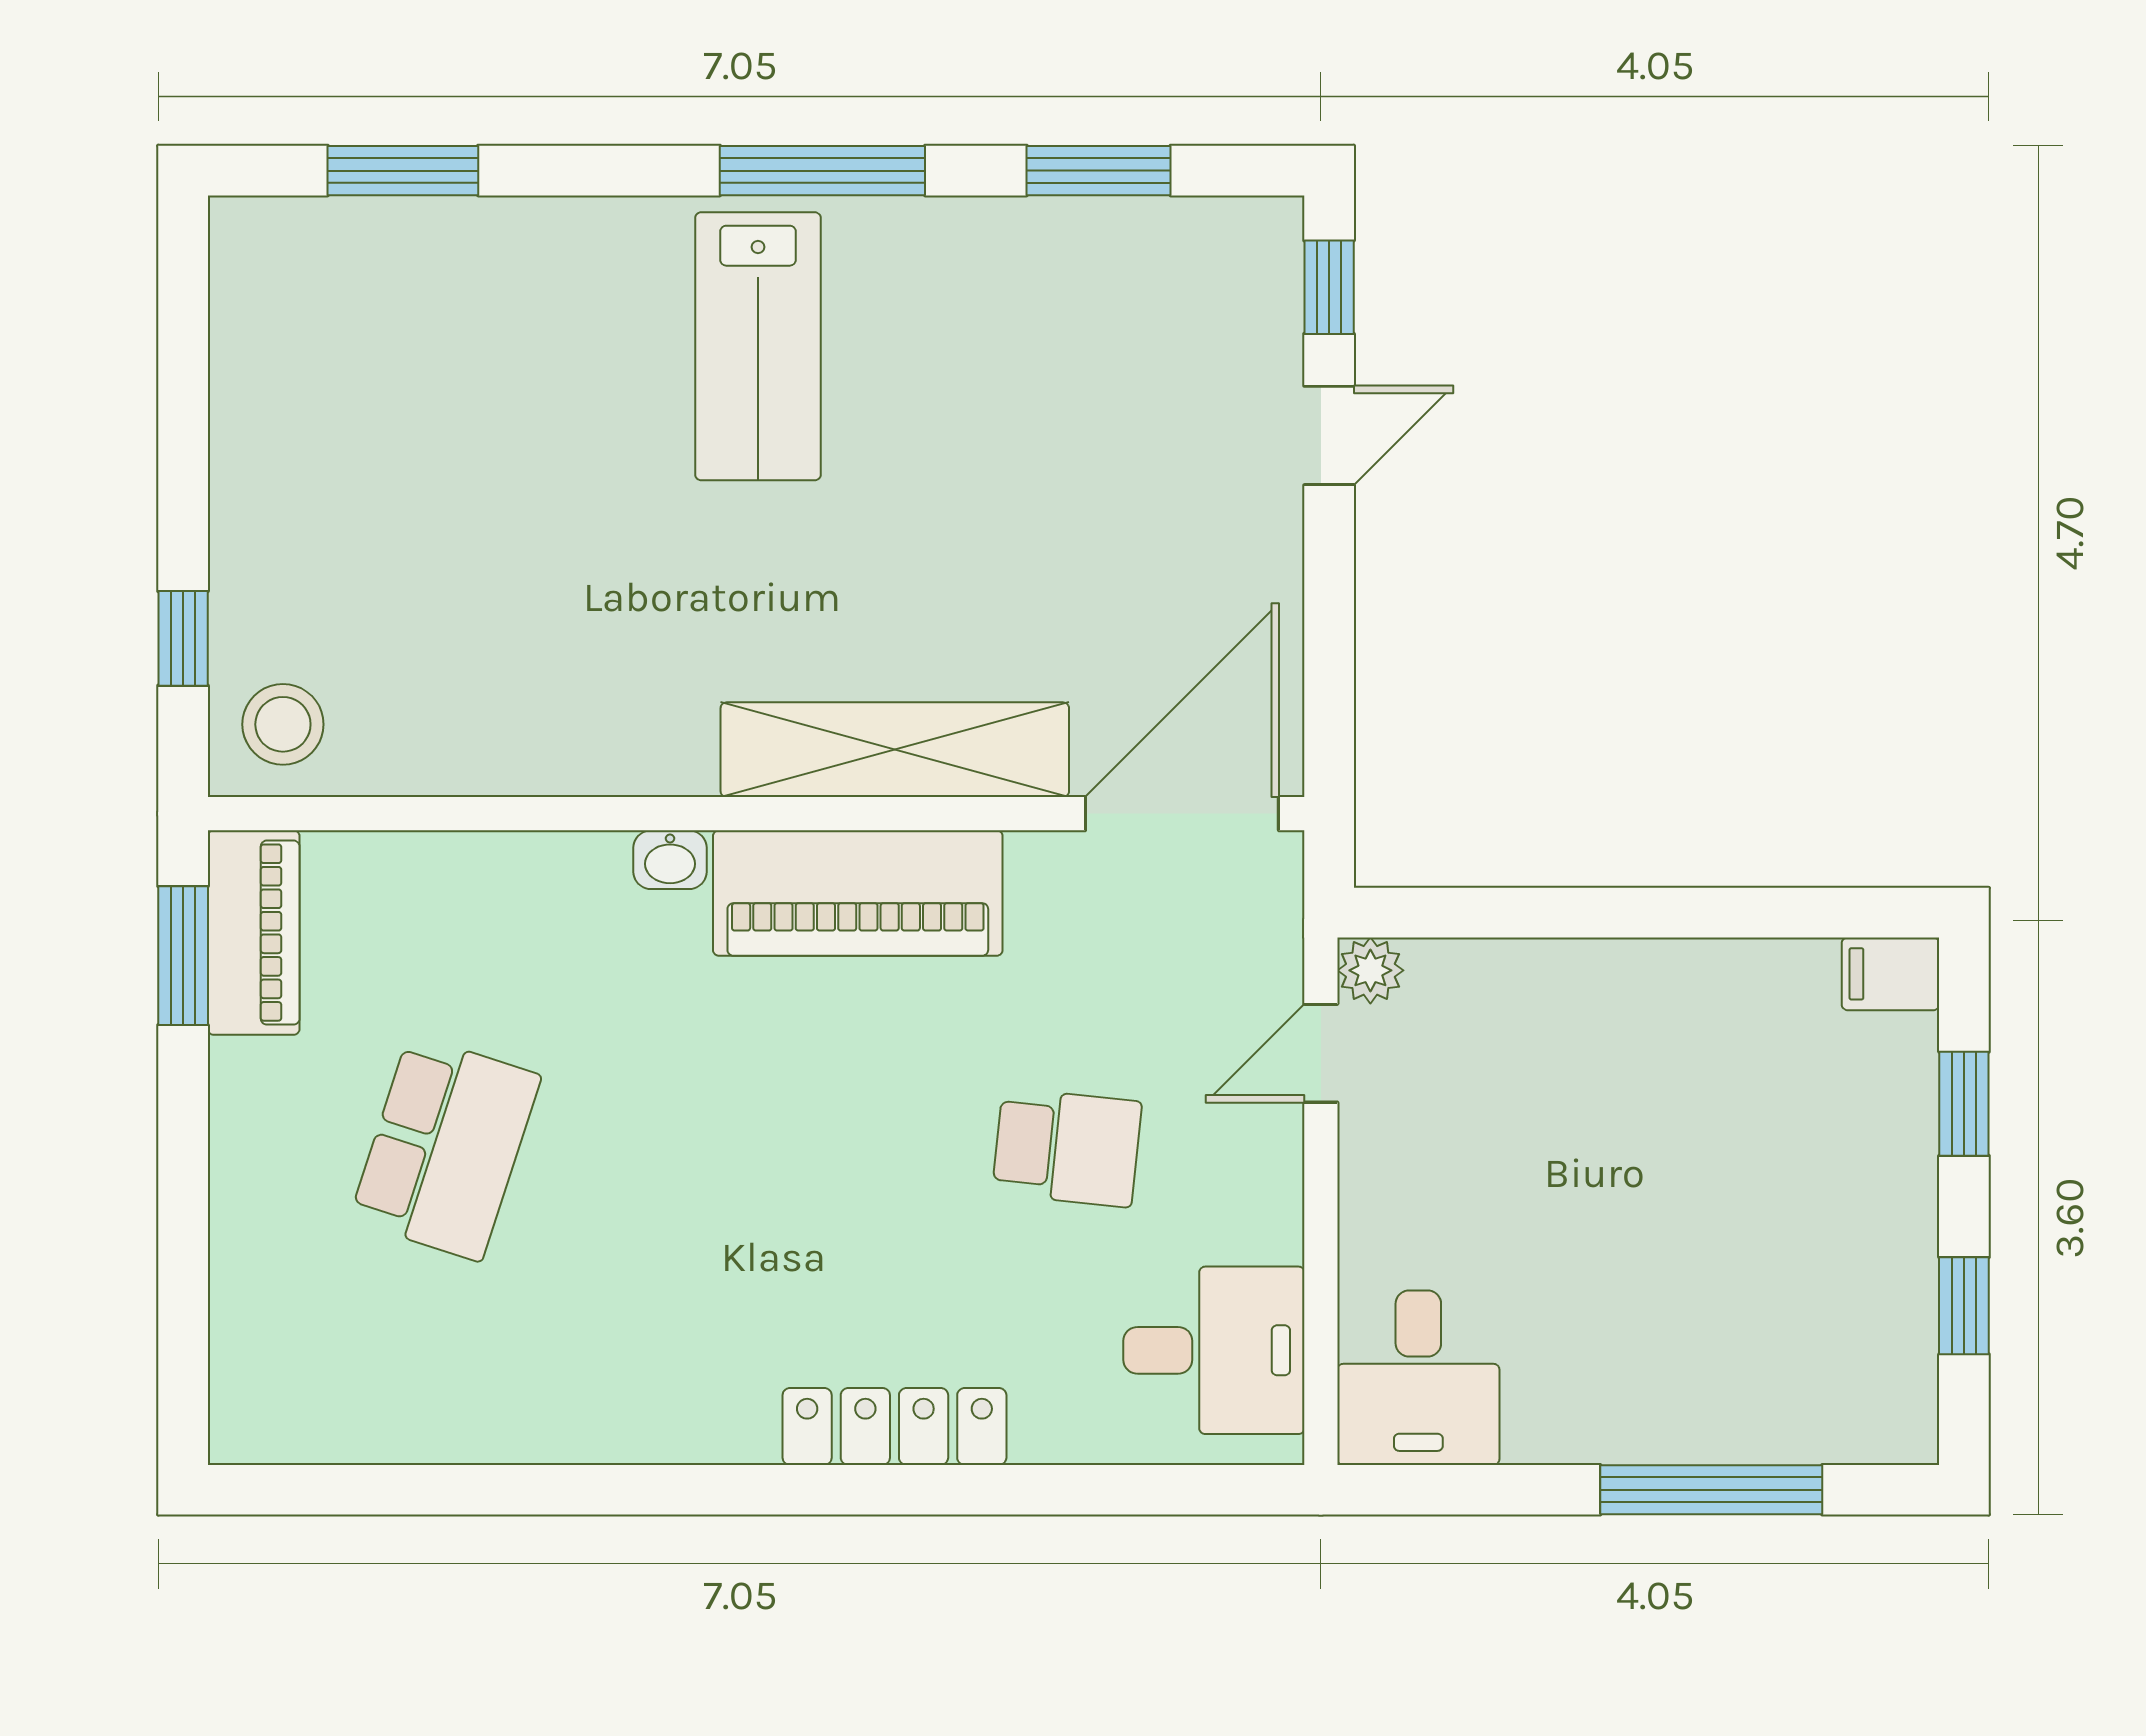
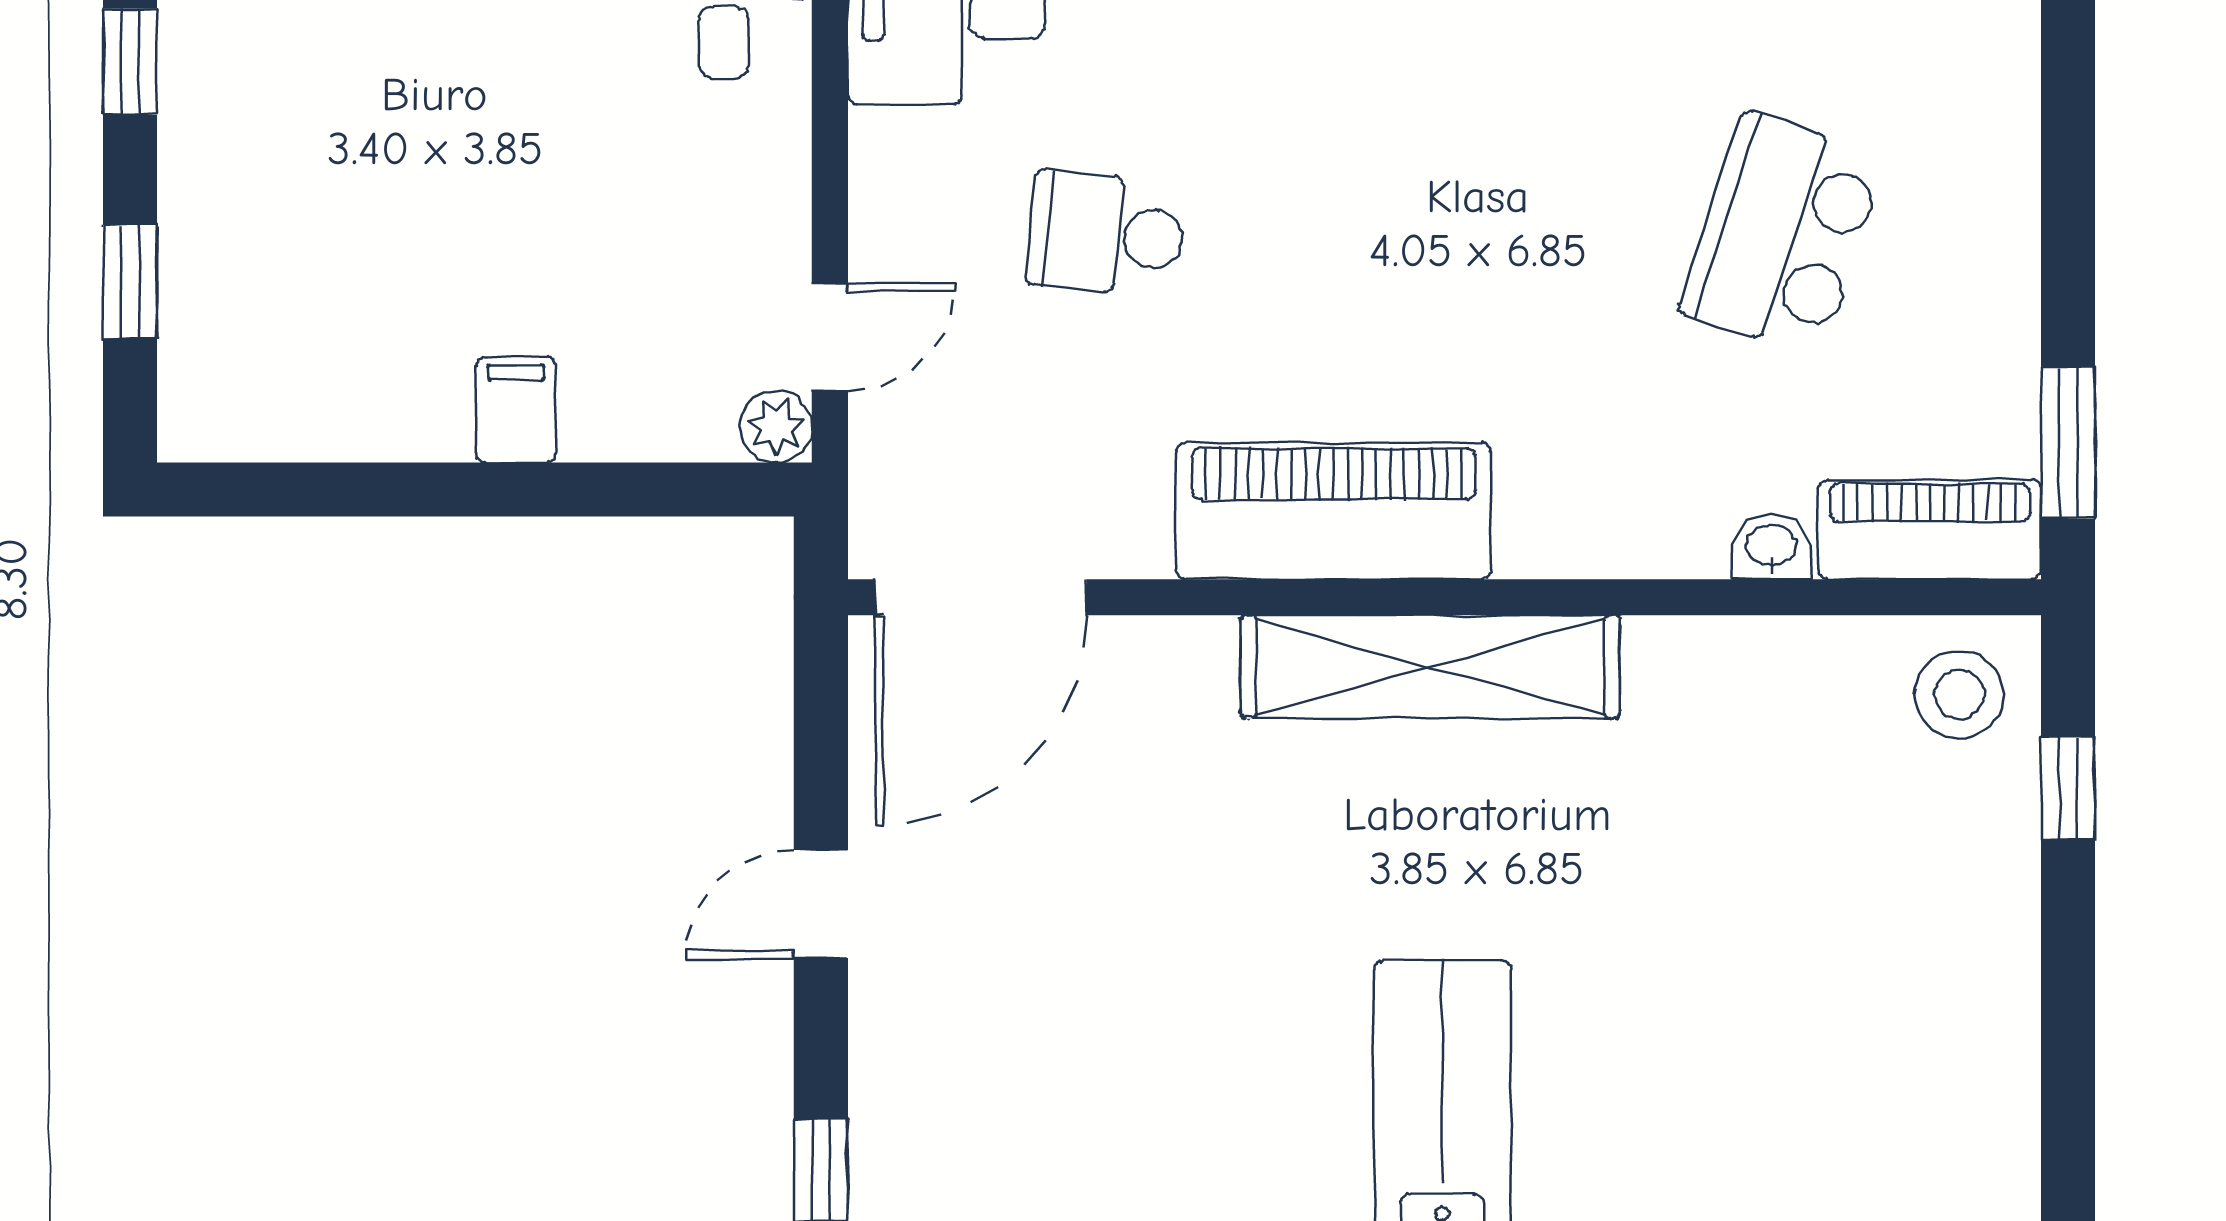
door: (1329, 435) -> (821, 904), moved
shelving: (895, 750) -> (1430, 667), moved
washbasin: (670, 860) -> (1771, 547), moved
piano: (254, 933) -> (1930, 529), moved, turned 90
filing cabinet: (1891, 974) -> (516, 410), moved, turned -90

